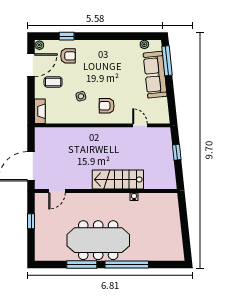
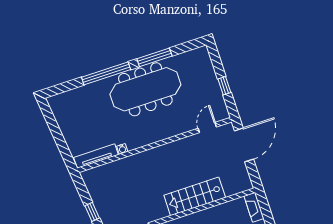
stairs: (118, 180) -> (195, 196), moved, turned 180
tv unit: (158, 198) -> (96, 156), added

